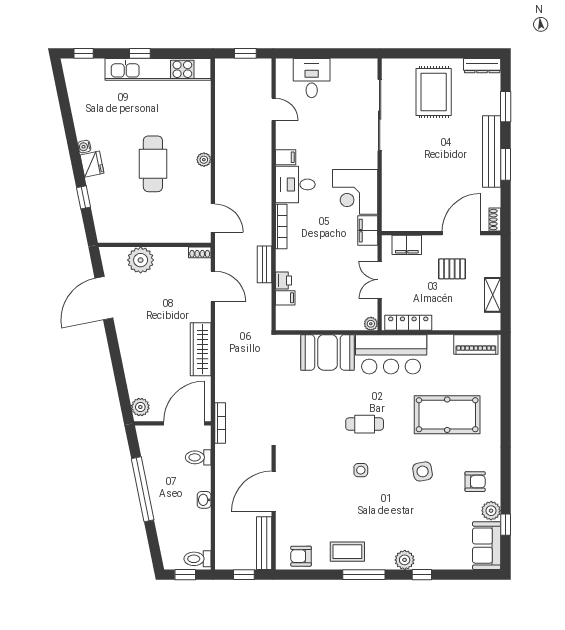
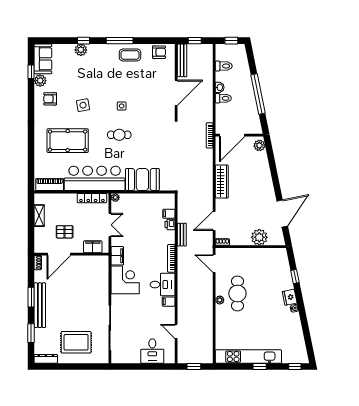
rug: (434, 92) -> (76, 342), turned 90
cafe table: (153, 164) -> (237, 293), moved
door: (213, 286) -> (214, 221), hinge flipped
bar counter: (391, 354) -> (95, 178), width x1.36
toilet: (198, 457) -> (223, 98), moved
toilet: (197, 559) -> (224, 66), moved
plant: (405, 560) -> (81, 50), moved

